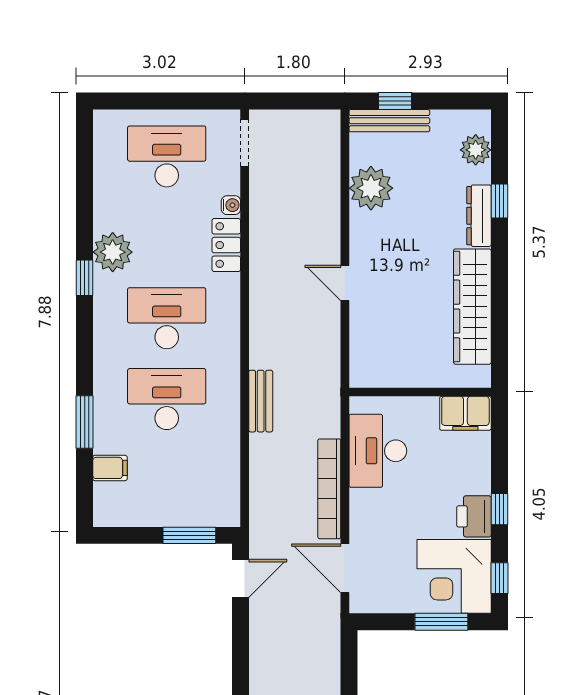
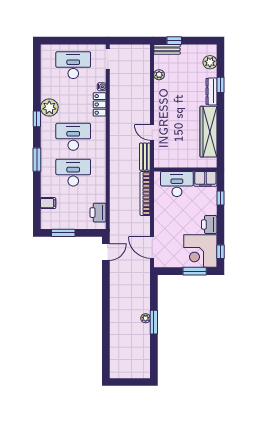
bench: (389, 121) -> (167, 49), width x0.73
plant: (371, 188) -> (159, 75), width x0.53, depth x0.53
door: (345, 283) -> (152, 132), moved
bench: (261, 401) -> (145, 157), moved
window: (85, 422) -> (37, 160), moved
desk: (378, 451) -> (177, 184), moved, turned 90
printer: (223, 489) -> (98, 213), added
bookcase: (329, 489) -> (145, 194), moved
window: (499, 509) -> (220, 198), moved
window: (189, 535) -> (63, 233), moved

